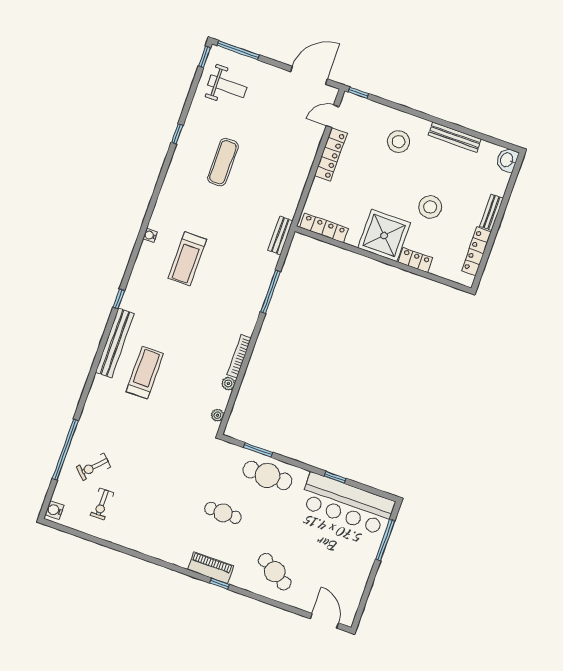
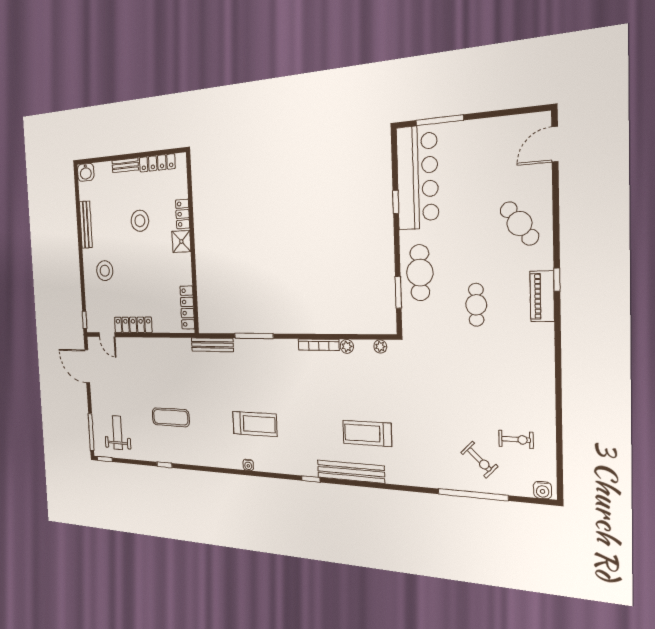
shower: (384, 235) -> (181, 242), width x0.54, depth x0.54
bench: (280, 236) -> (212, 345), width x1.36
cafe table: (275, 572) -> (519, 223), turned -68

